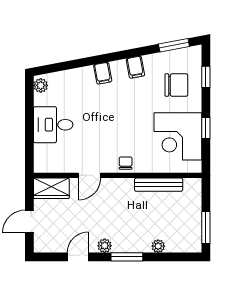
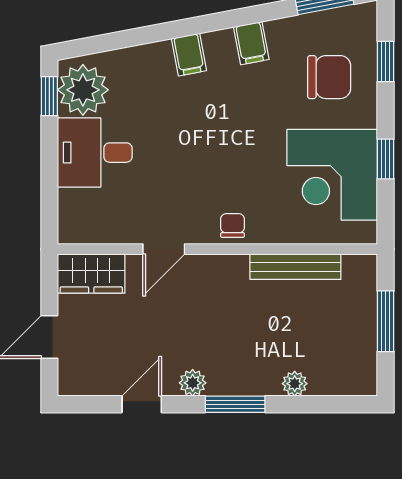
plant: (41, 85) -> (83, 90), width x1.88, depth x1.88
window: (29, 95) -> (49, 96), added
window: (206, 228) -> (386, 321), moved

